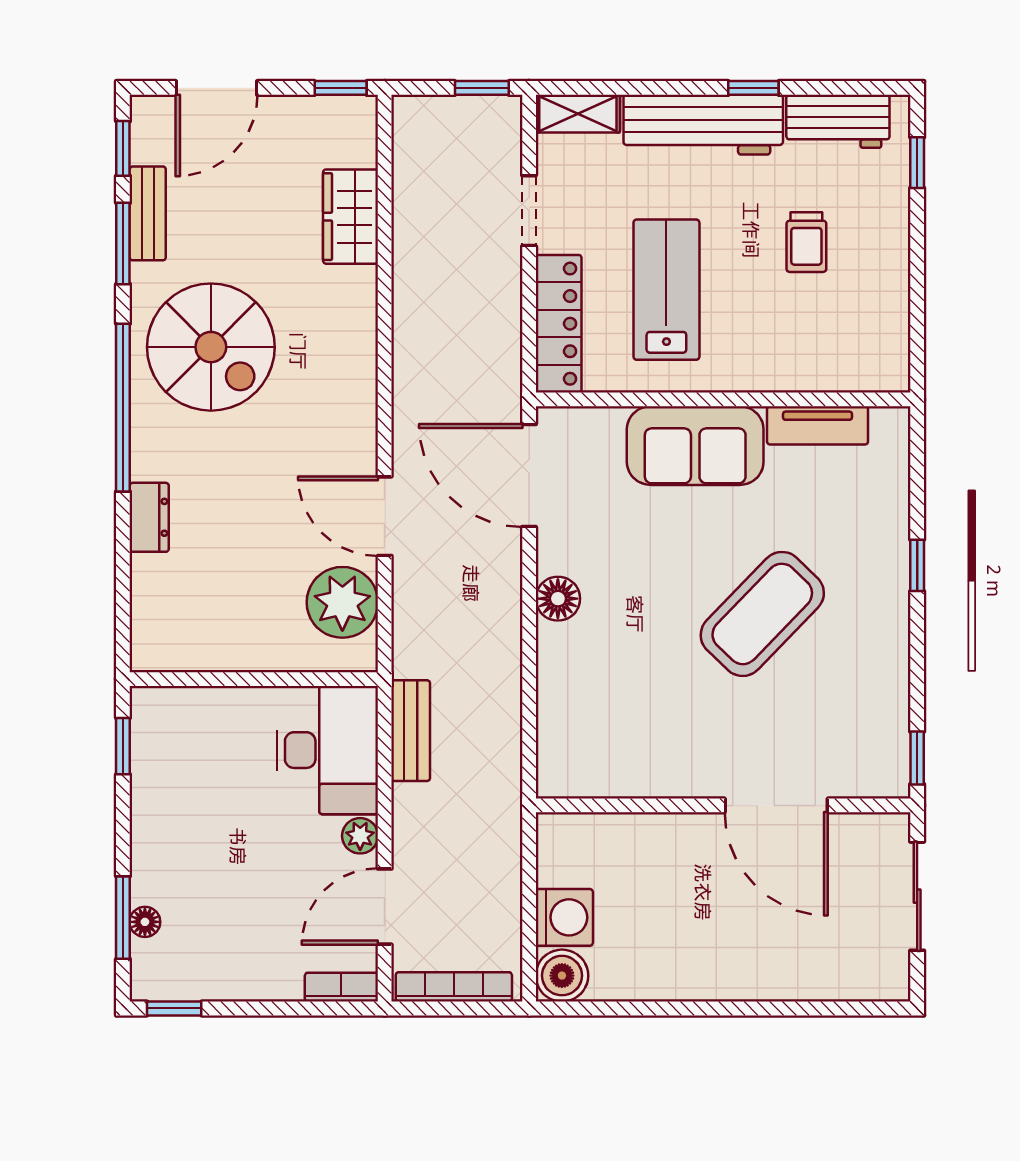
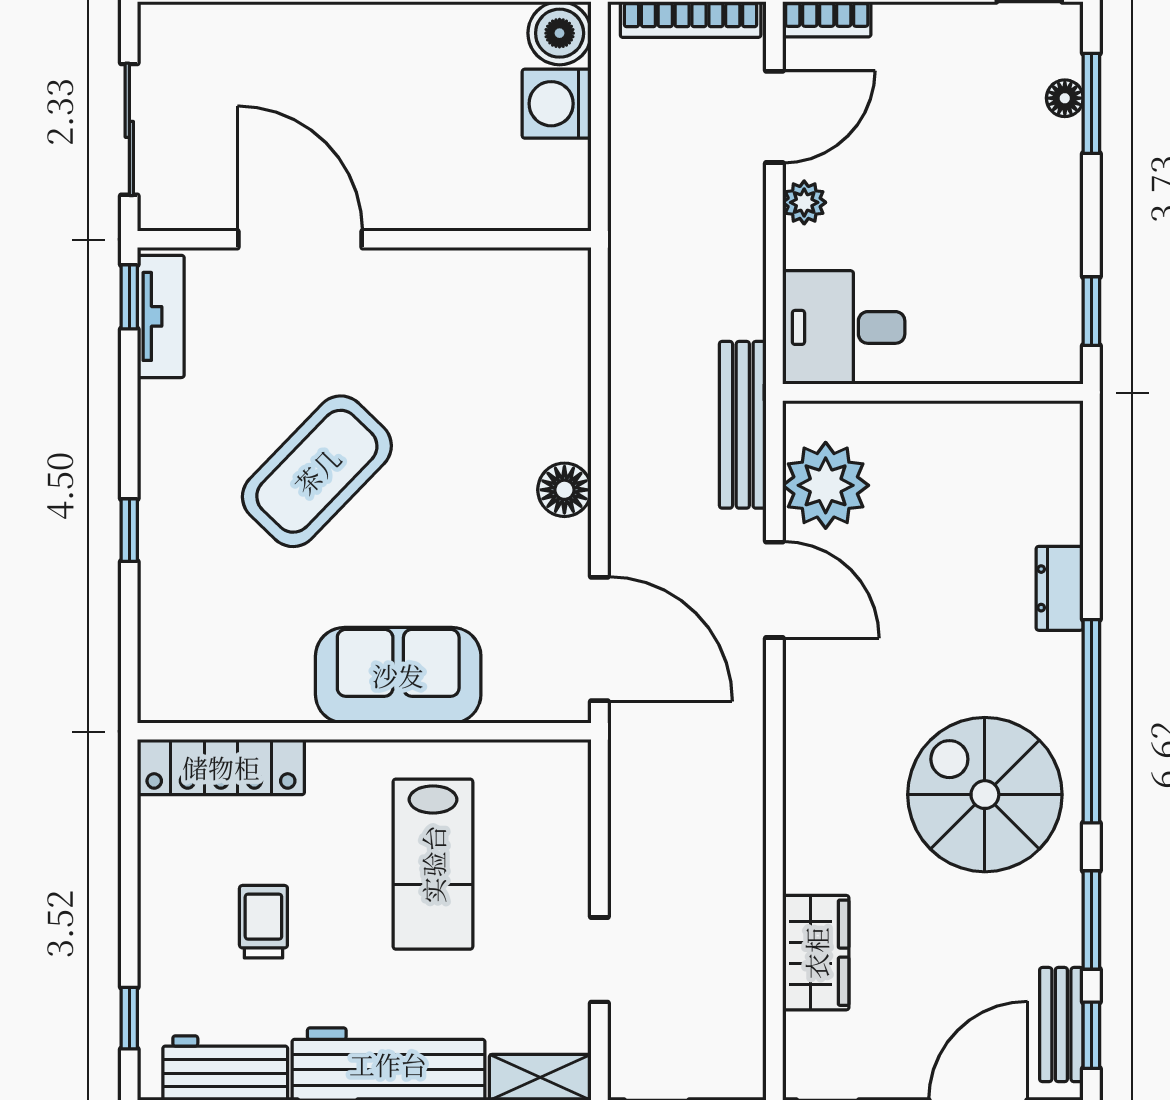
bench: (148, 213) -> (1061, 1025), moved
locker: (559, 324) -> (221, 767), moved, turned -90
tv unit: (818, 425) -> (161, 316), moved, turned 90
bench: (411, 731) -> (743, 425), moved, width x1.36
desk: (327, 750) -> (844, 327), width x0.73

